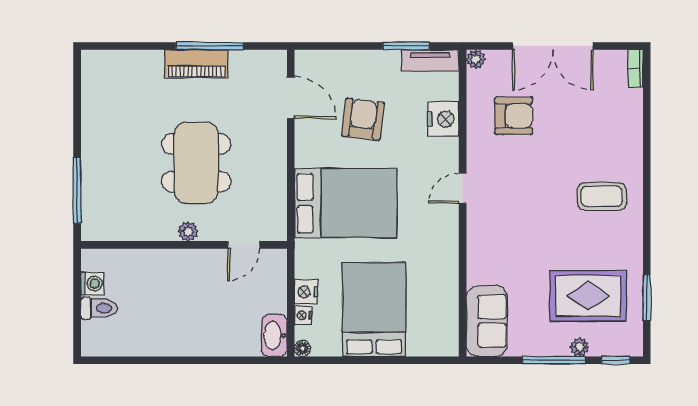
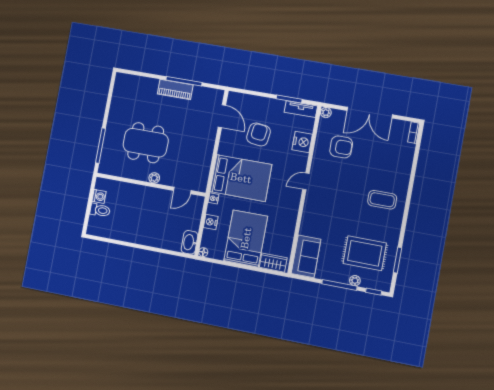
dining table: (196, 163) -> (146, 143), moved, turned 90
nightstand: (303, 315) -> (213, 198), moved
wardrobe: (431, 343) -> (273, 263), added

